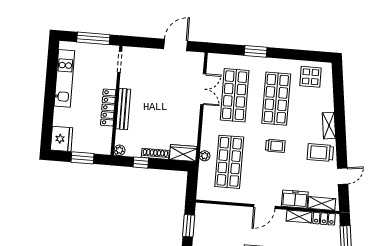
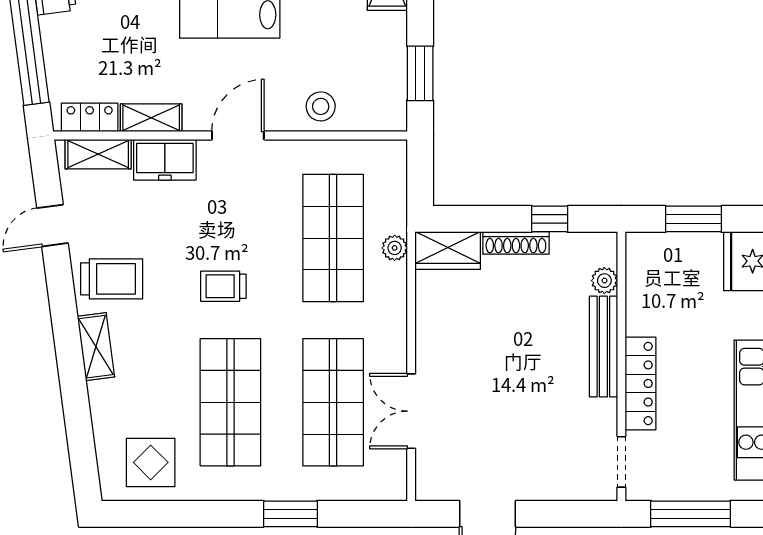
locker: (108, 108) -> (641, 383), moved
plant: (119, 150) -> (604, 281), moved
stool: (230, 216) -> (321, 106), added

